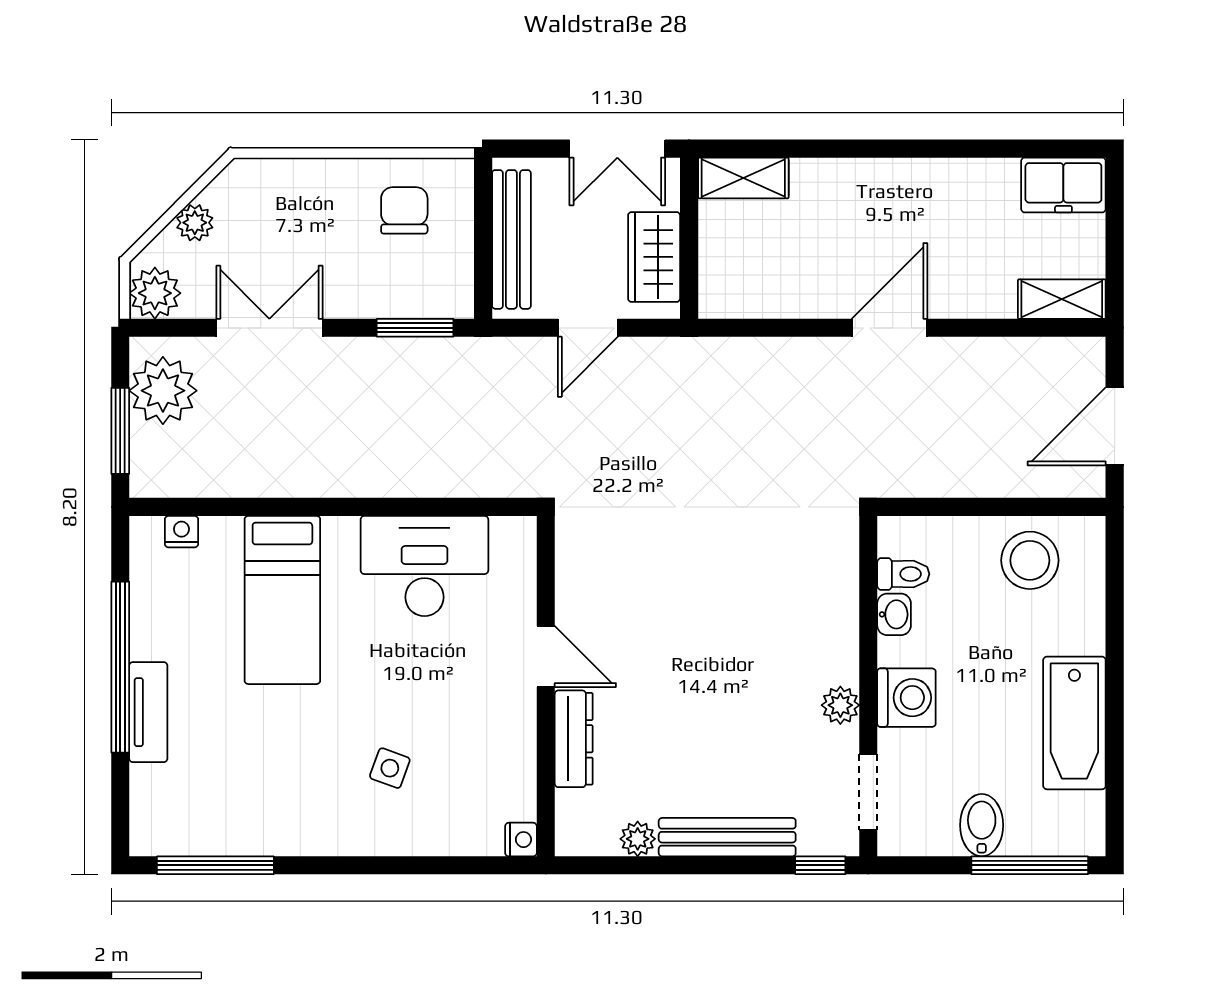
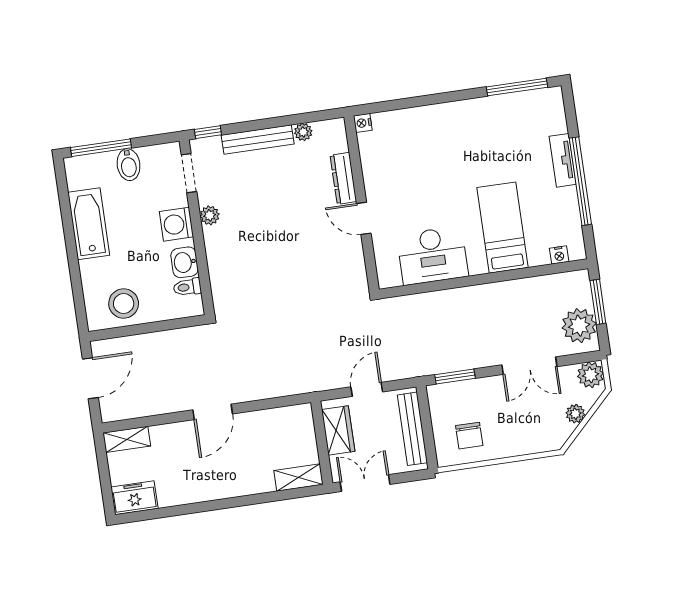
washbasin: (894, 614) -> (185, 262), width x1.38, depth x1.45
side table: (390, 768) -> (435, 150), removed

